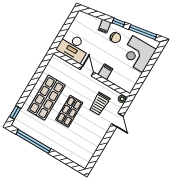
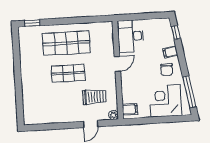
window: (119, 23) -> (176, 32), moved
filing cabinet: (105, 72) -> (130, 109), moved
trolley: (100, 104) -> (94, 97), turned 180
window: (33, 142) -> (17, 59), removed

